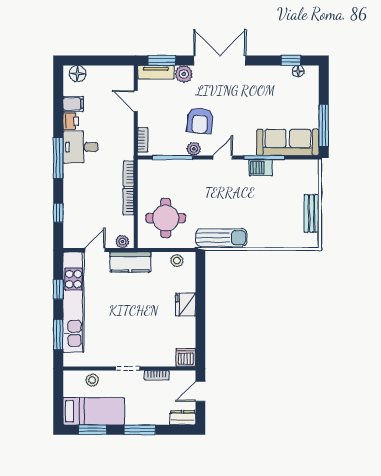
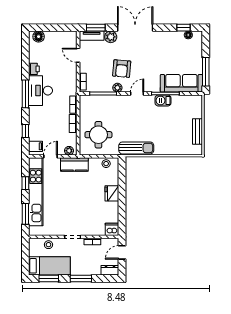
filing cabinet: (73, 104) -> (36, 146), moved
desk: (80, 147) -> (41, 91), width x1.37

